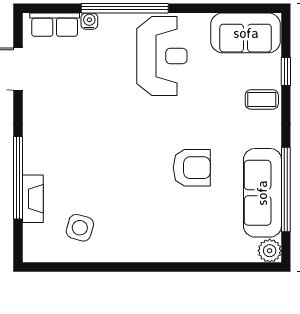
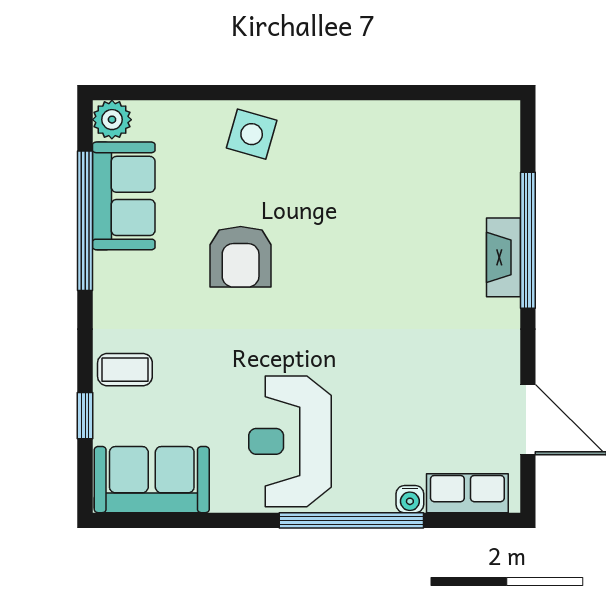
armchair: (192, 168) -> (241, 257), turned -90
sofa: (262, 193) -> (124, 196), width x0.73
fireplace: (33, 199) -> (503, 257), moved
side table: (80, 228) -> (252, 134), moved

